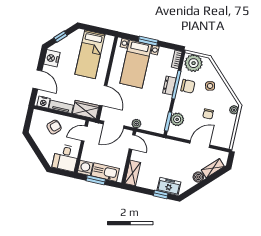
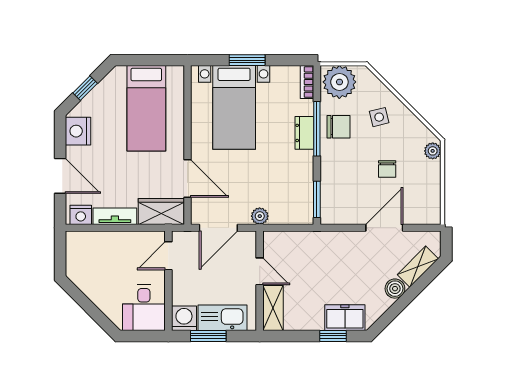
plant: (177, 119) -> (332, 192), removed
armchair: (54, 127) -> (110, 256), removed
door: (132, 142) -> (260, 271), moved

